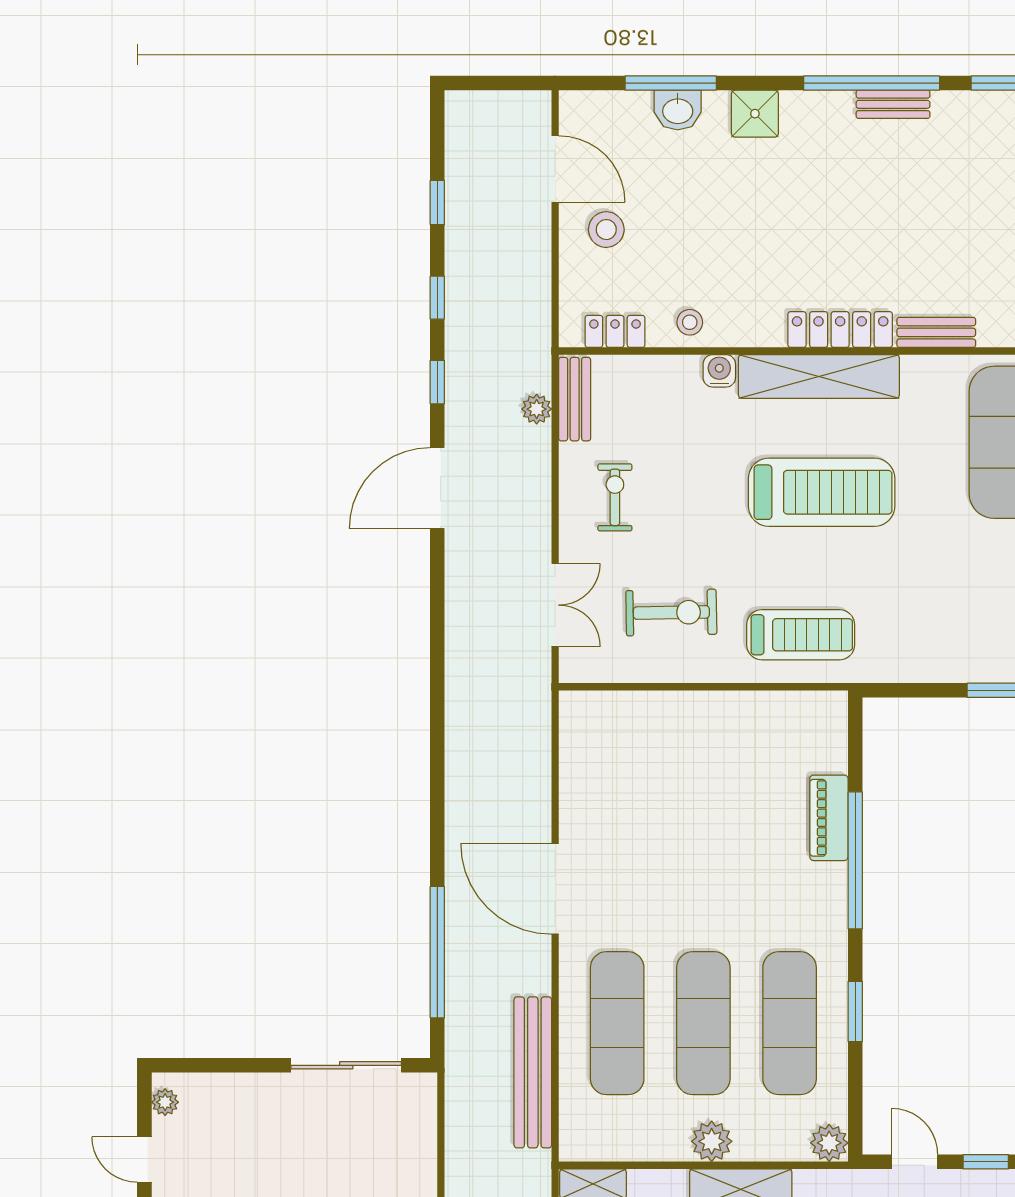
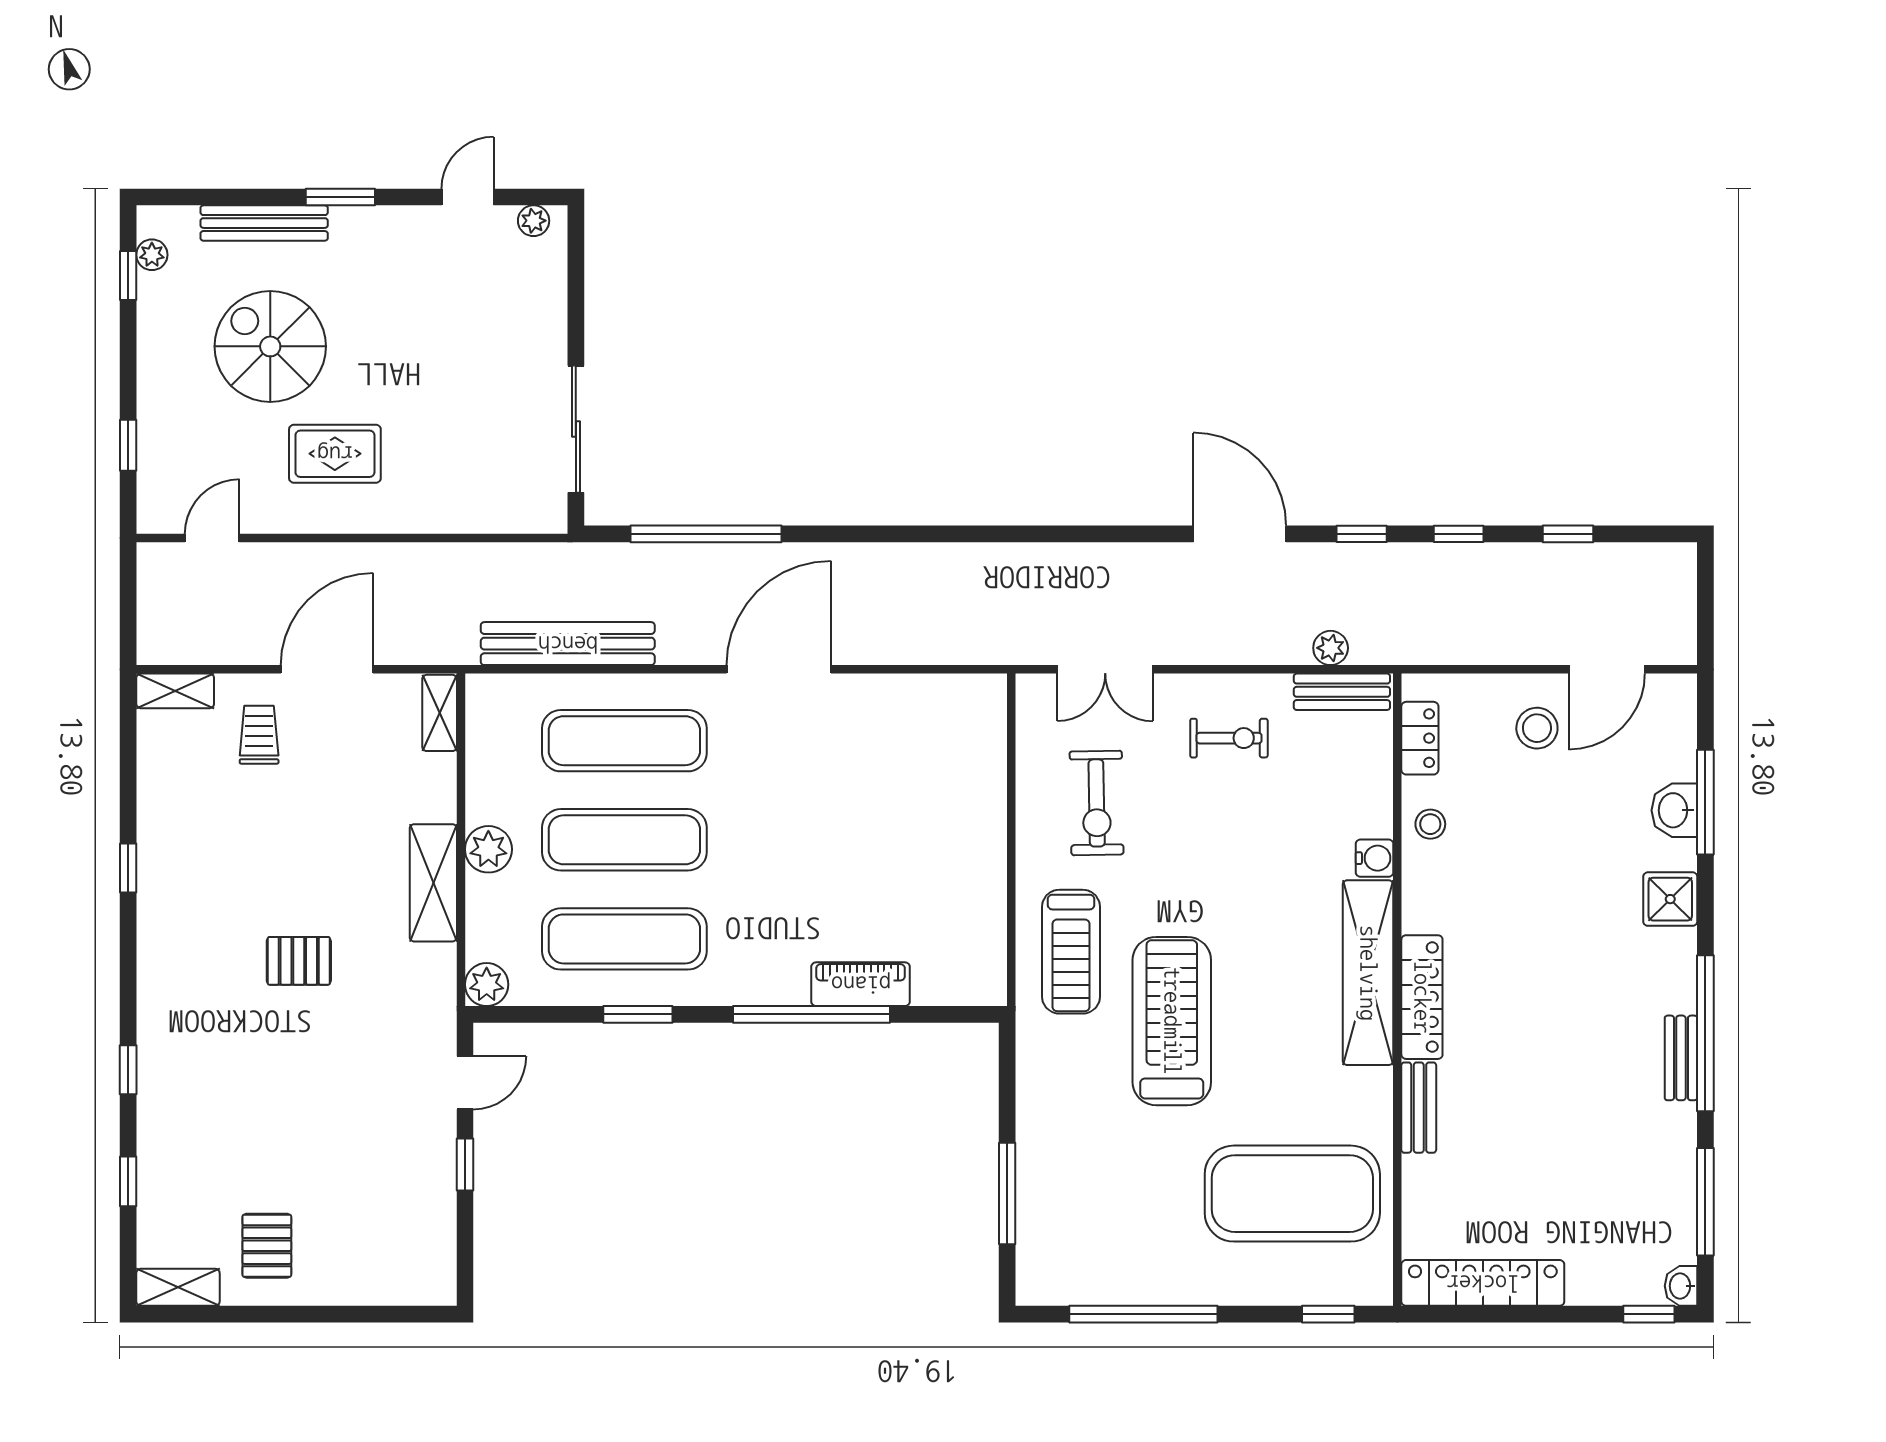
treadmill: (822, 492) -> (1172, 1021), moved, turned 180

